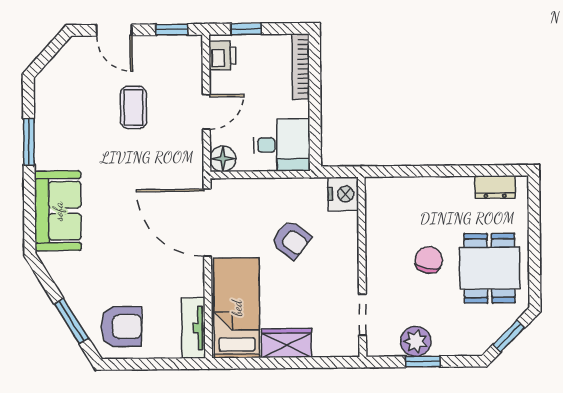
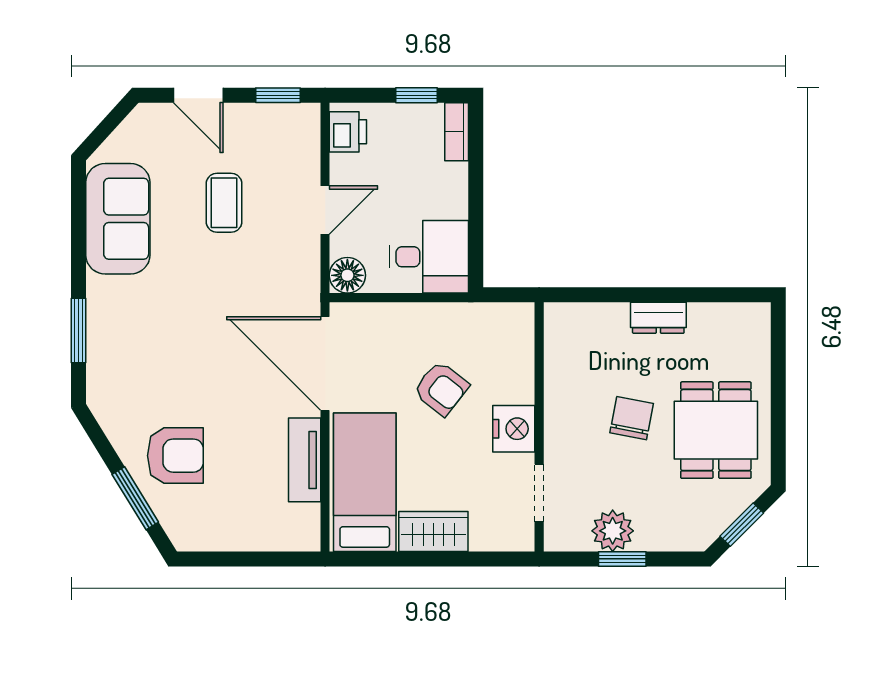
window: (246, 29) -> (416, 95), moved
bookcase: (301, 67) -> (457, 132), width x0.64
window: (29, 142) -> (78, 331), moved
dresser: (495, 187) -> (658, 318), moved
nightstand: (343, 194) -> (514, 429), moved
sofa: (58, 211) -> (118, 219), moved
armchair: (121, 327) -> (175, 456), moved
tv unit: (194, 328) -> (305, 460), moved

